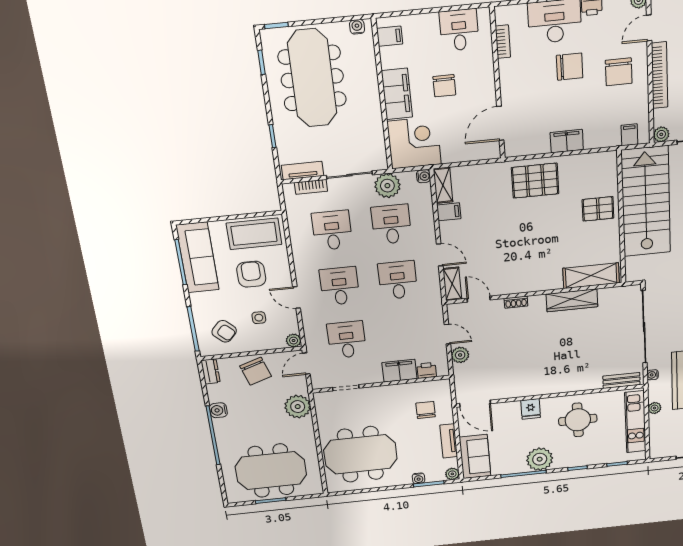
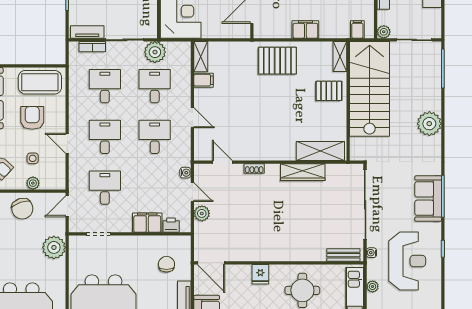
water cooler: (423, 176) -> (185, 173), moved
shelving: (452, 284) -> (340, 56), moved
plant: (294, 341) -> (33, 183), moved

